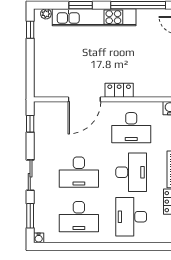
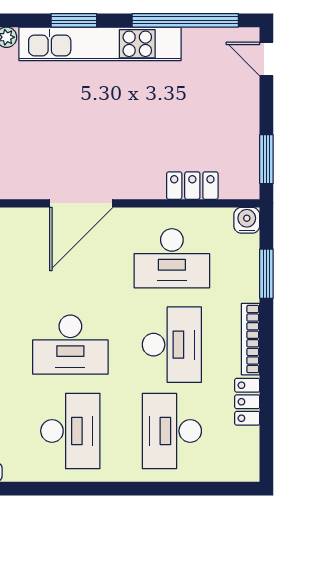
locker: (119, 90) -> (192, 186), moved
desk: (79, 217) -> (70, 431), turned -90

